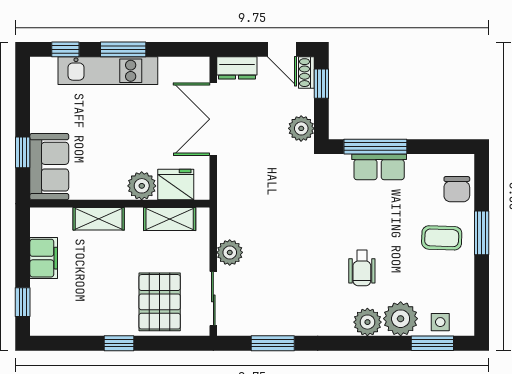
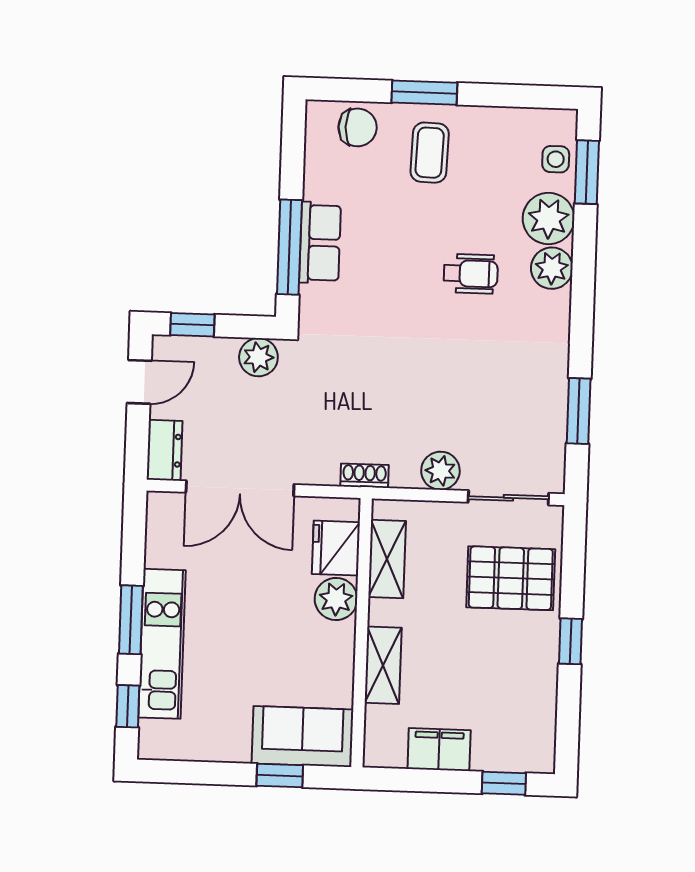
shoe rack: (306, 73) -> (365, 476), moved, turned 180

